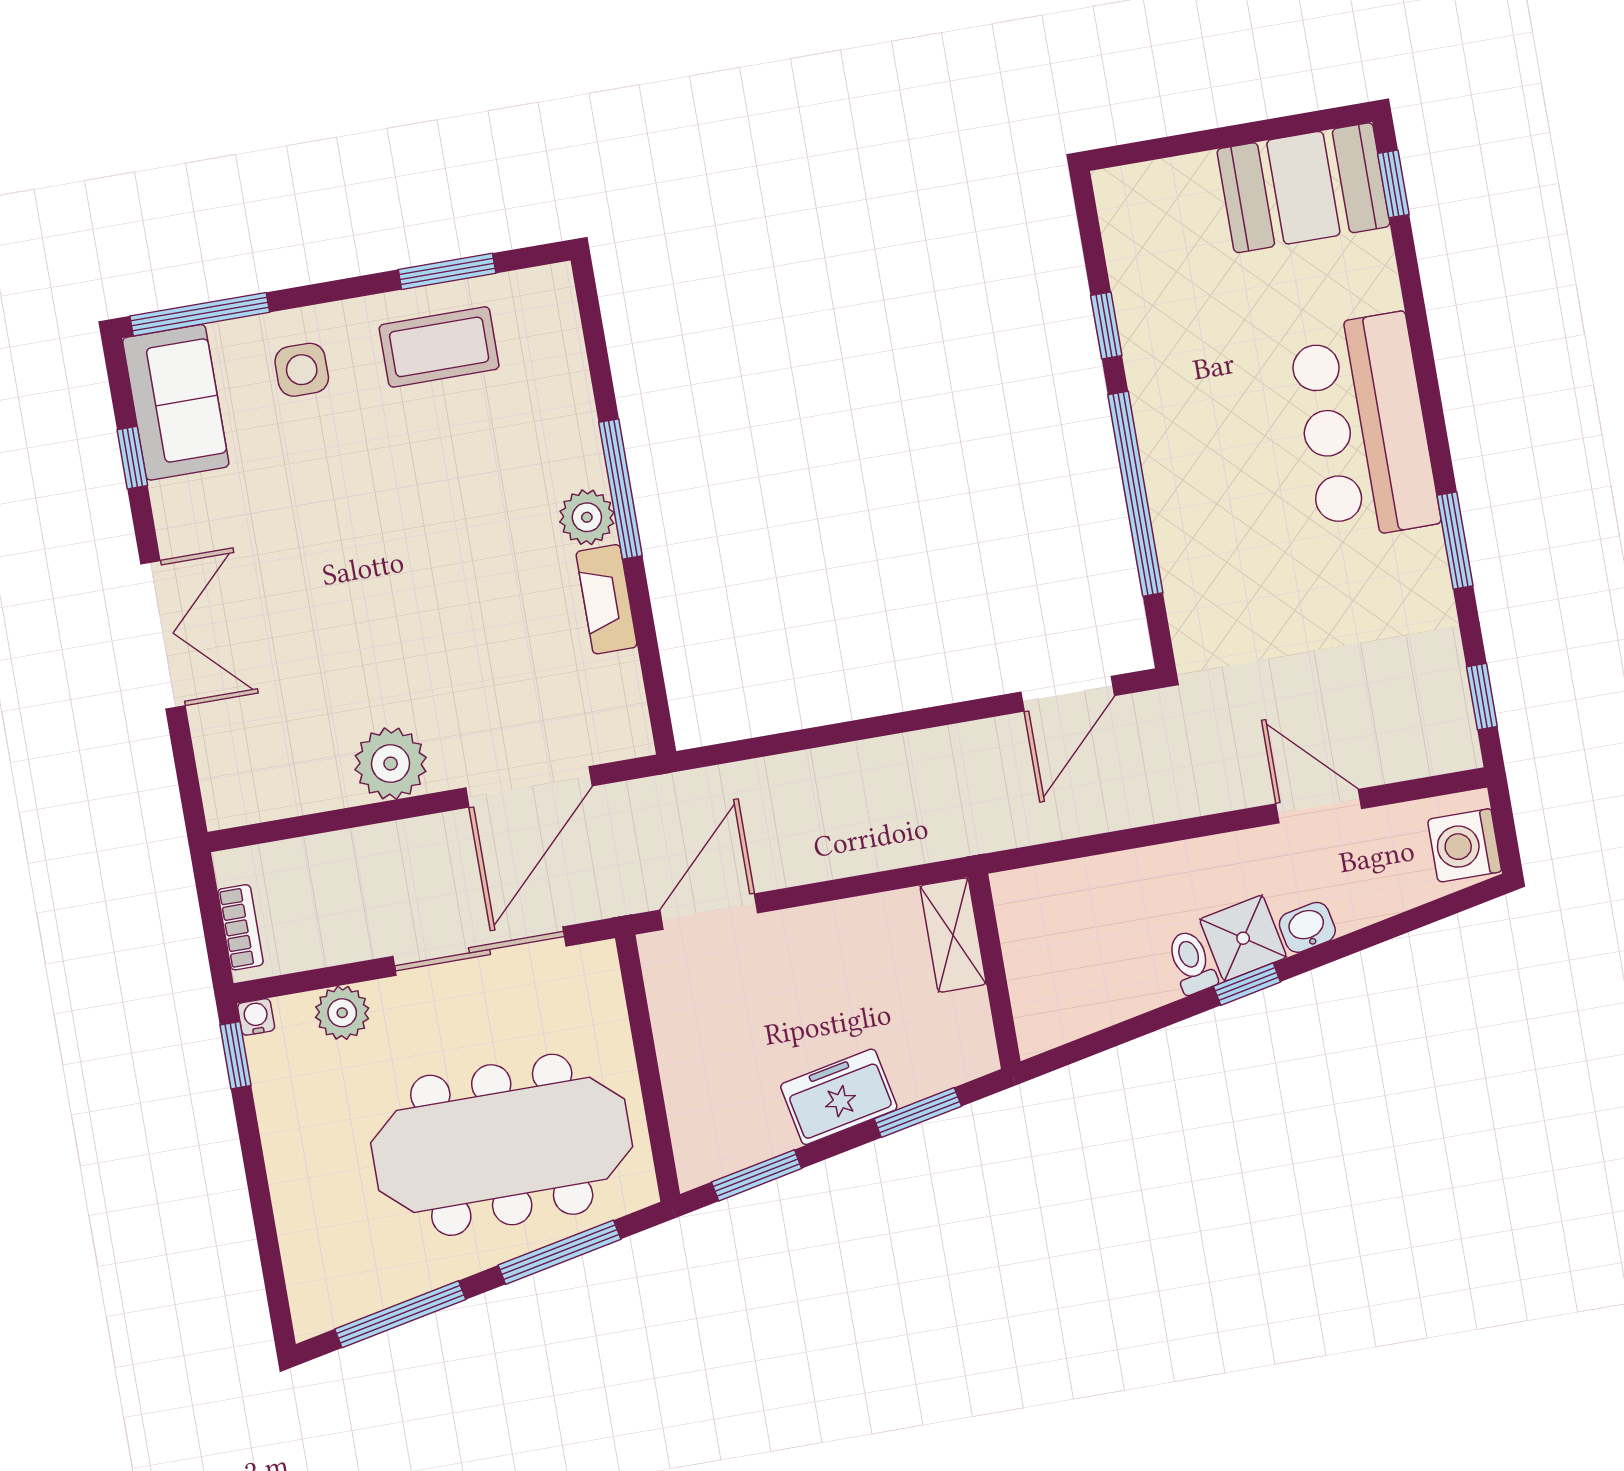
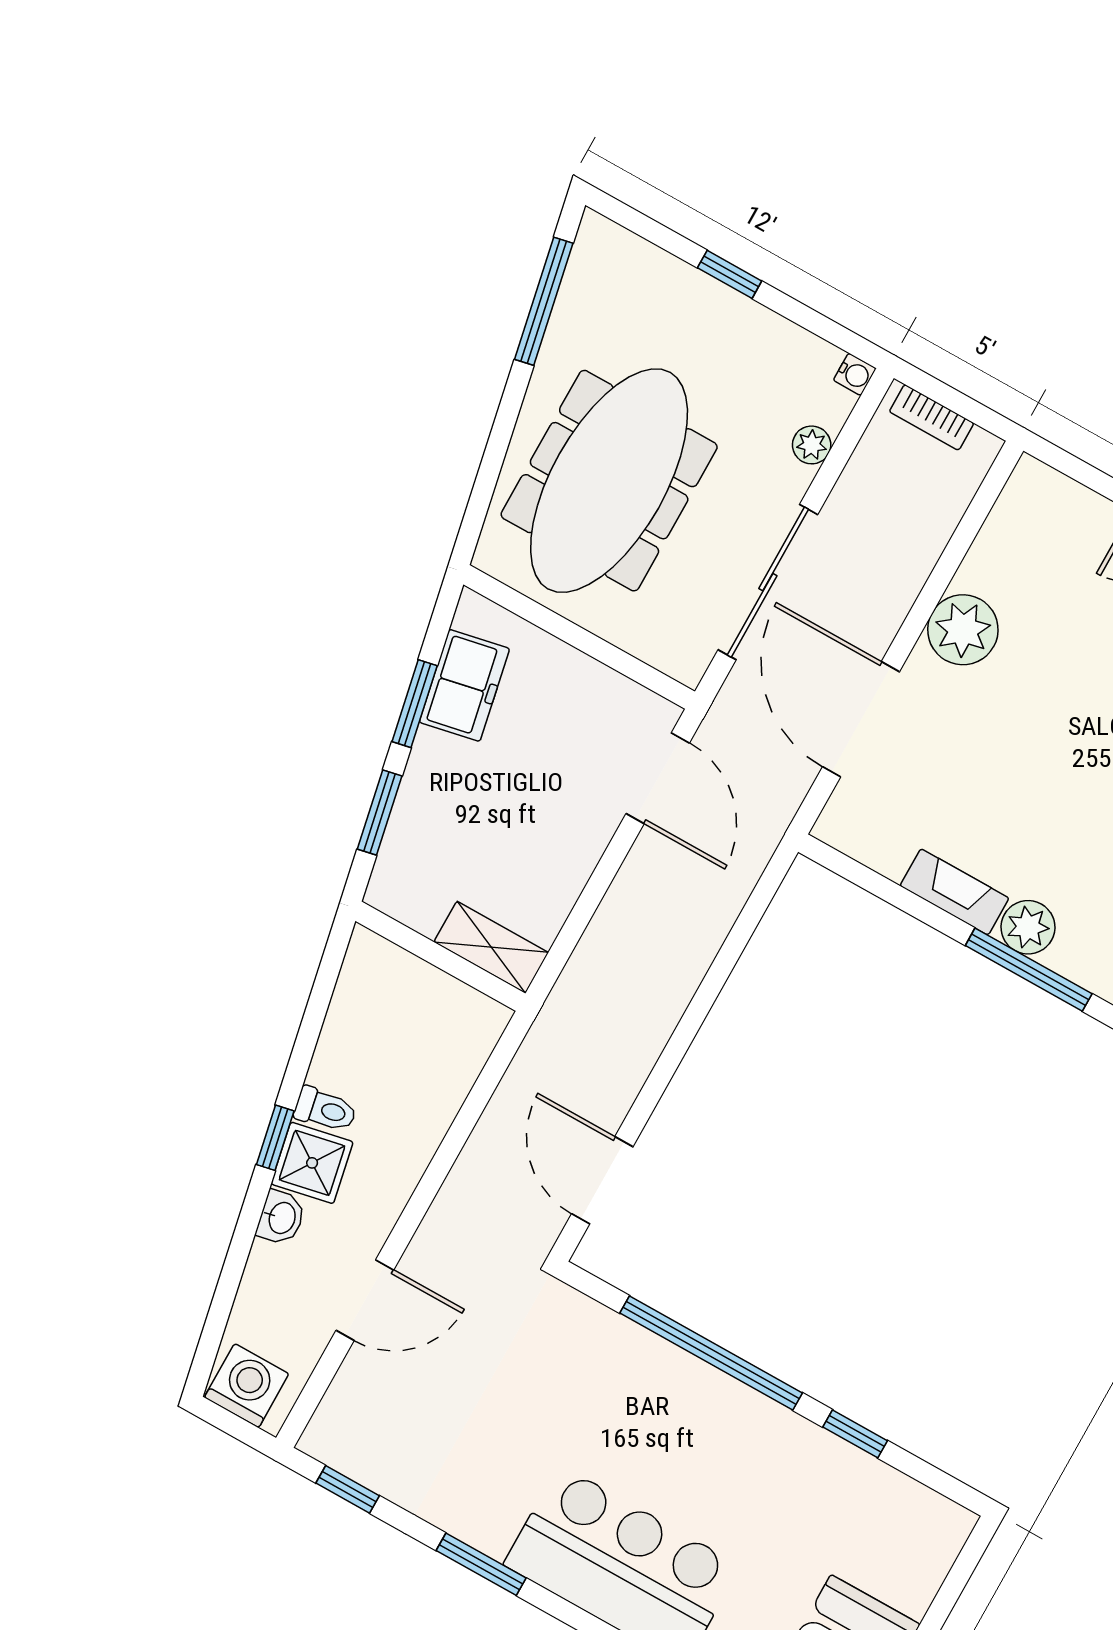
plant: (342, 1013) -> (812, 445), width x0.73, depth x0.73
window: (236, 1055) -> (730, 274), moved
freezer: (839, 1097) -> (464, 685), moved
window: (757, 1175) -> (415, 704), moved
window: (560, 1252) -> (493, 459), removed

